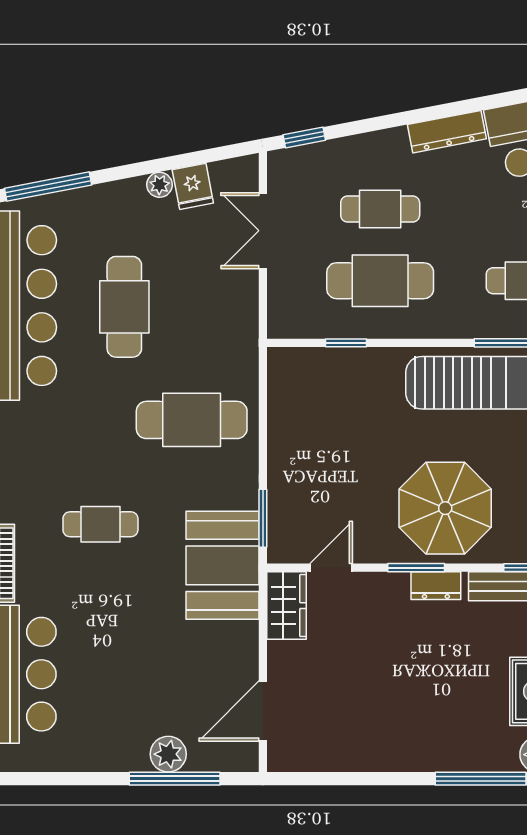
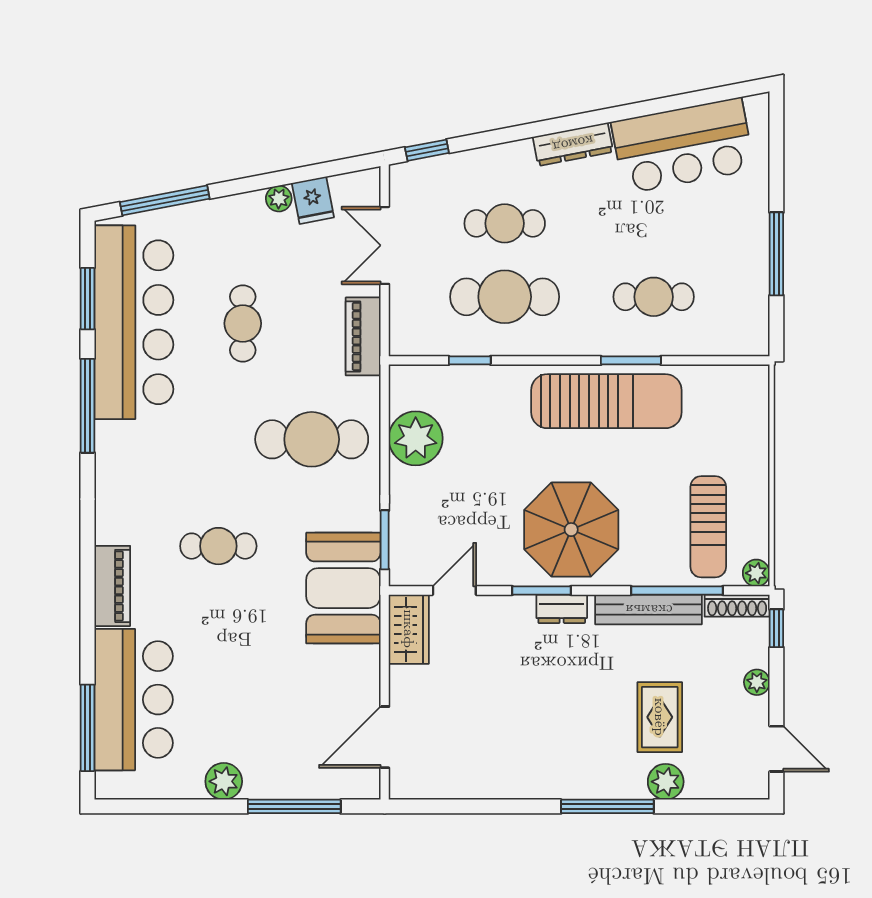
cafe table: (124, 307) -> (243, 323), width x0.73, depth x0.74
piano: (242, 319) -> (363, 336), added
plant: (293, 419) -> (416, 438), added
plant: (168, 754) -> (224, 781), moved

